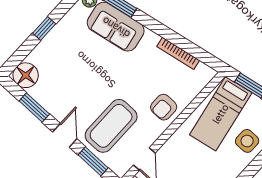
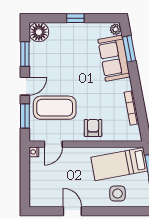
armchair: (164, 107) -> (93, 128), turned 90

